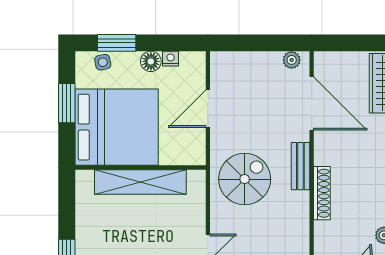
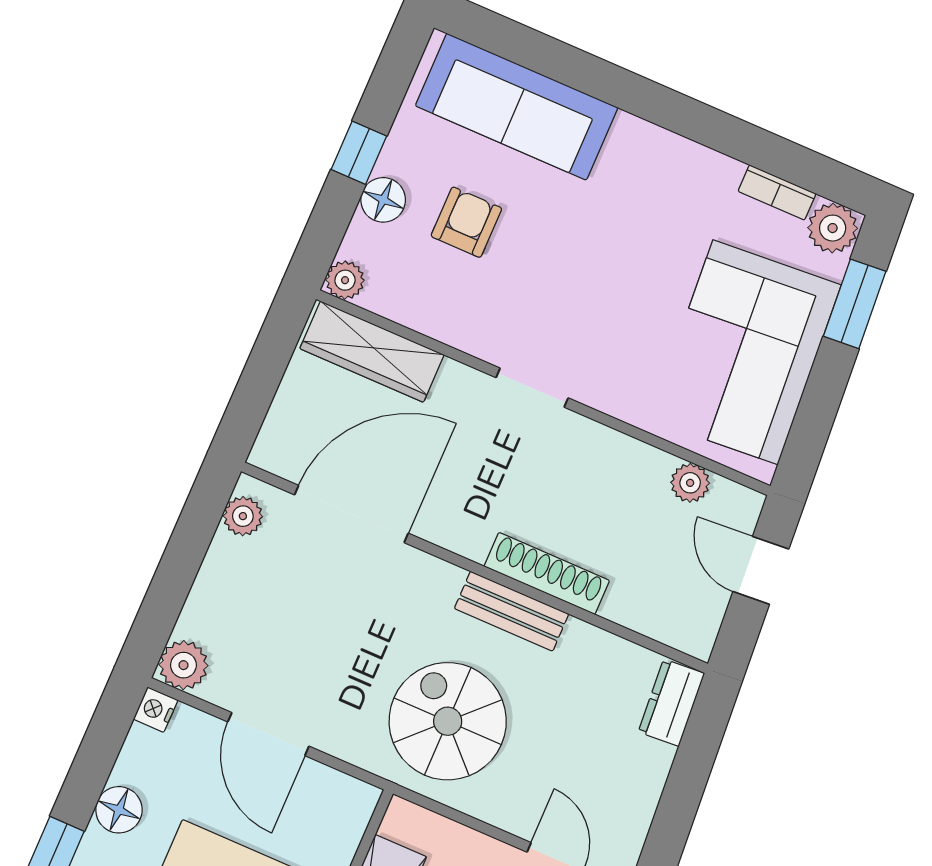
nightstand: (171, 59) -> (156, 710), moved
plant: (221, 62) -> (183, 665), added
bench: (300, 166) -> (512, 611), moved

